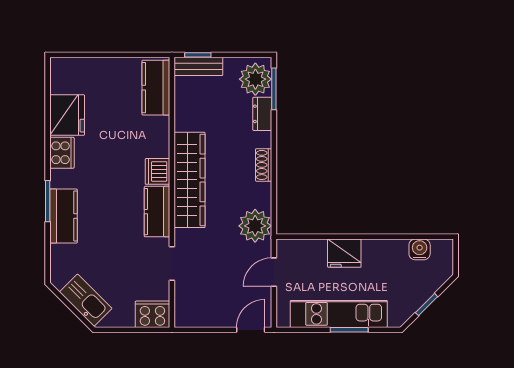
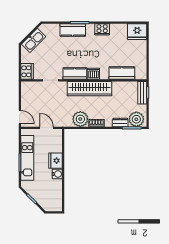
kitchen counter: (156, 88) -> (122, 73), moved
fridge: (67, 115) -> (137, 32), moved
plant: (255, 226) -> (80, 119), moved
water cooler: (420, 249) -> (57, 174), moved

